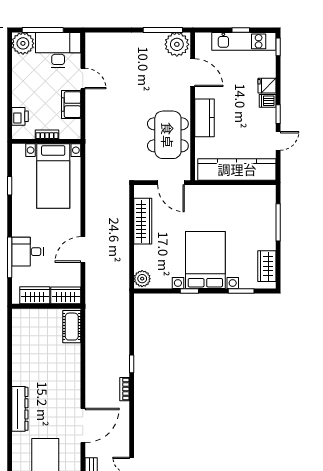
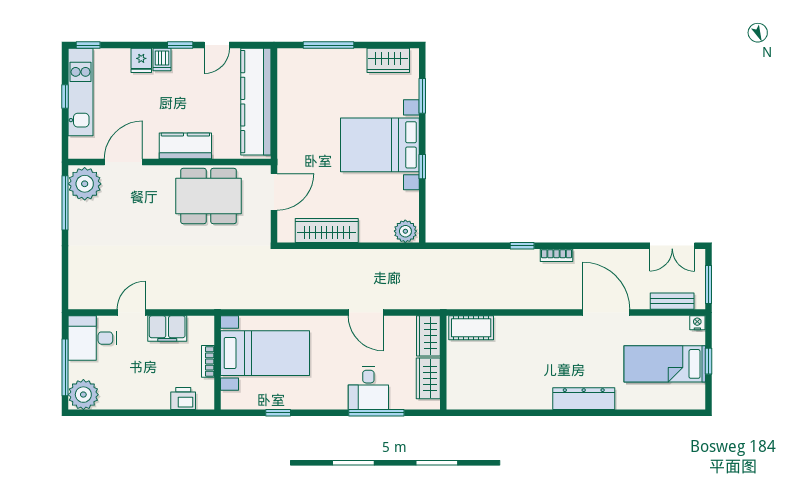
desk: (58, 50) -> (92, 338), width x0.73
door: (278, 141) -> (217, 45), swing flipped

